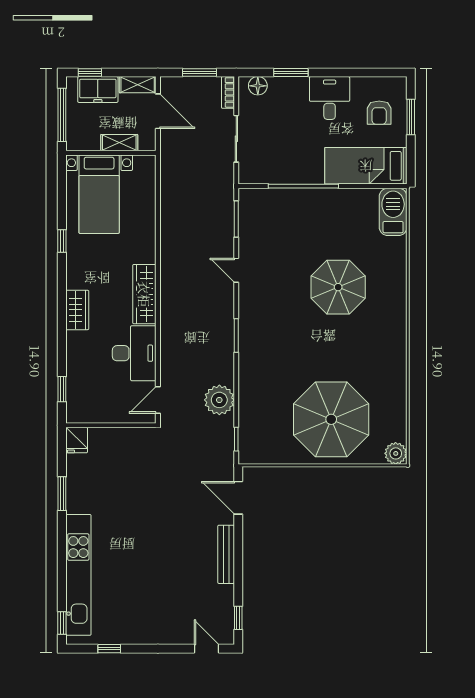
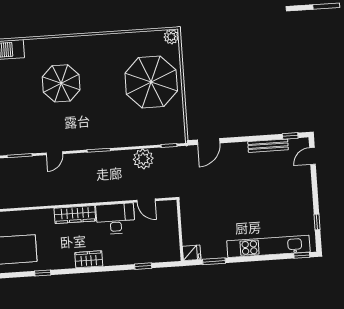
wall: (111, 425) -> (180, 230), moved
fridge: (77, 440) -> (192, 253), moved
bench: (226, 554) -> (268, 146), moved

